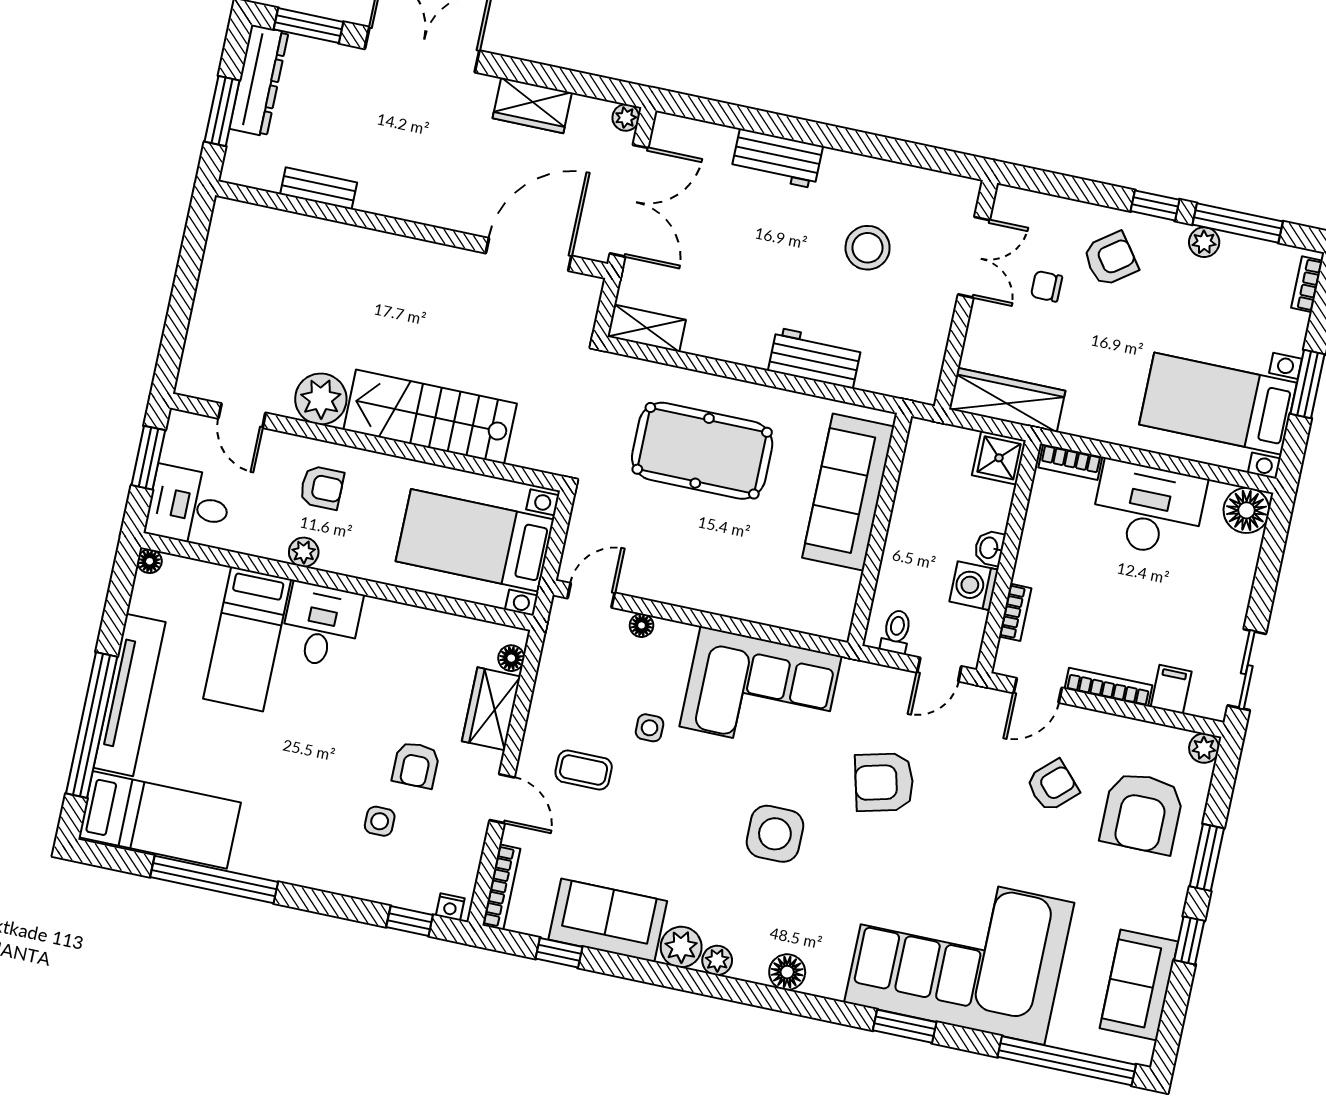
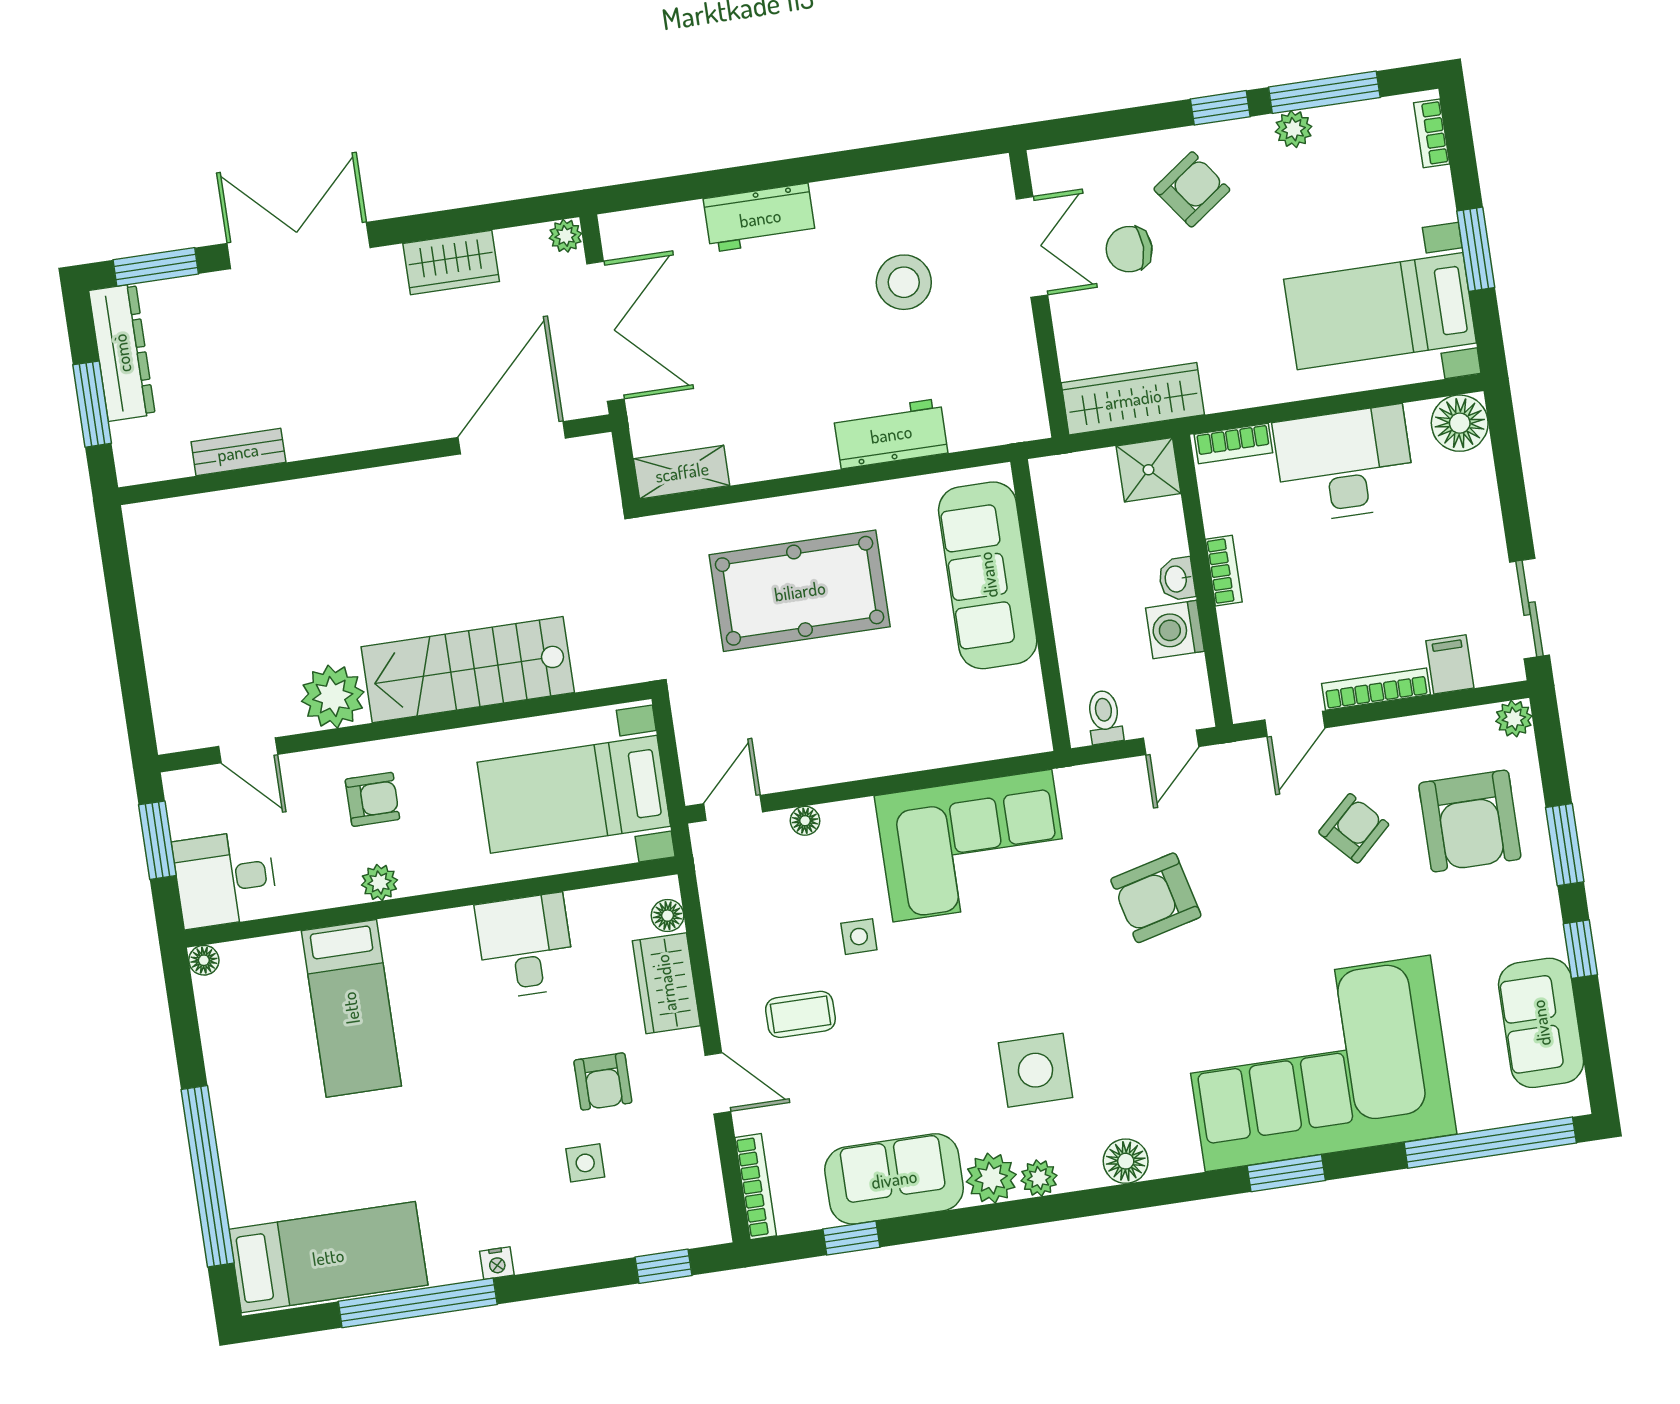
chair: (1046, 286) -> (1129, 249), width x1.37, depth x1.37
bookcase: (1015, 612) -> (1224, 571), moved
desk: (321, 625) -> (525, 946), moved
tv unit: (130, 695) -> (239, 1125), removed
side table: (775, 834) -> (1035, 1070), moved
nightstand: (450, 907) -> (497, 1263), moved

